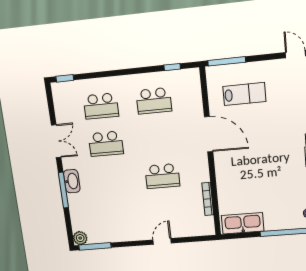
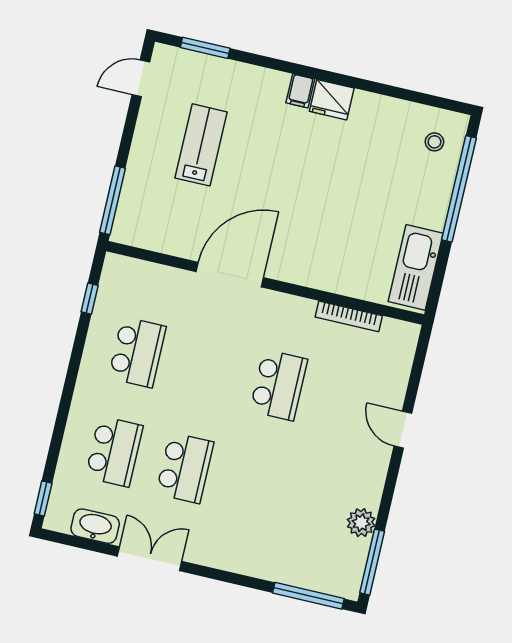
lab bench: (244, 94) -> (201, 145), moved
washbasin: (72, 181) -> (95, 526), moved
window: (63, 190) -> (308, 596), moved
plant: (80, 238) -> (361, 523), moved

